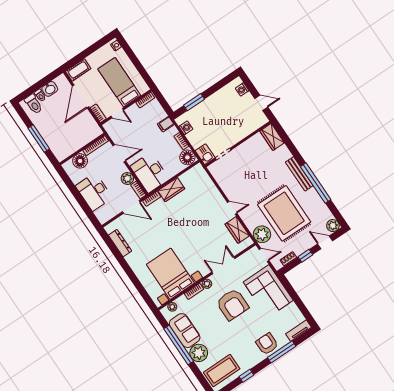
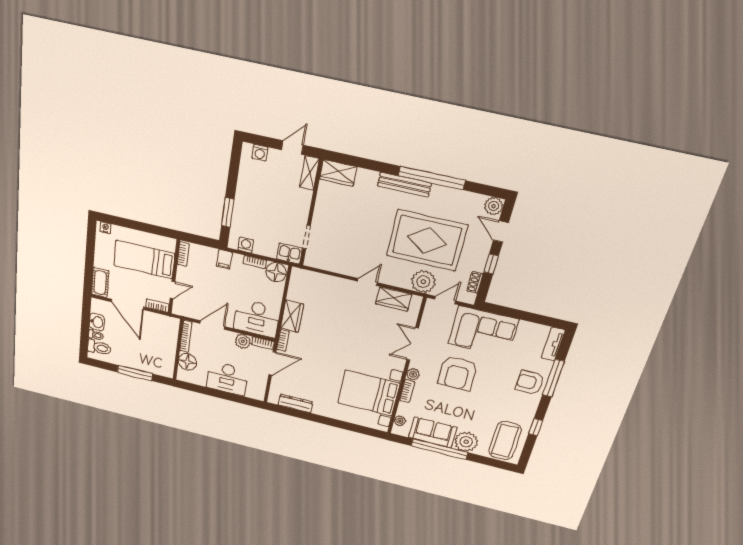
shelving: (257, 123) -> (309, 173), added
door: (325, 242) -> (501, 231), hinge flipped
armchair: (232, 304) -> (458, 373), turned 90

